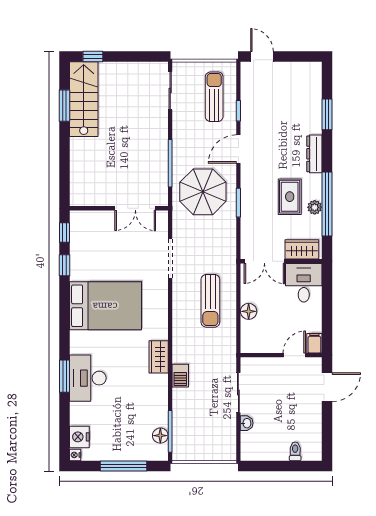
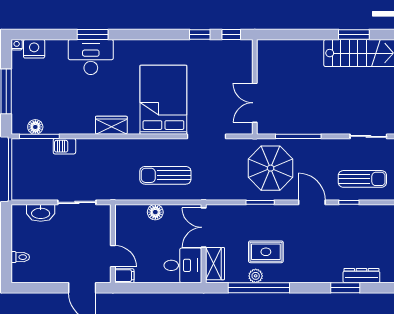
dresser: (314, 154) -> (361, 276), moved
bed: (105, 306) -> (163, 100), moved, turned 180
barbecue: (180, 376) -> (64, 146), moved
washbasin: (247, 423) -> (41, 213), width x1.91, depth x1.45

